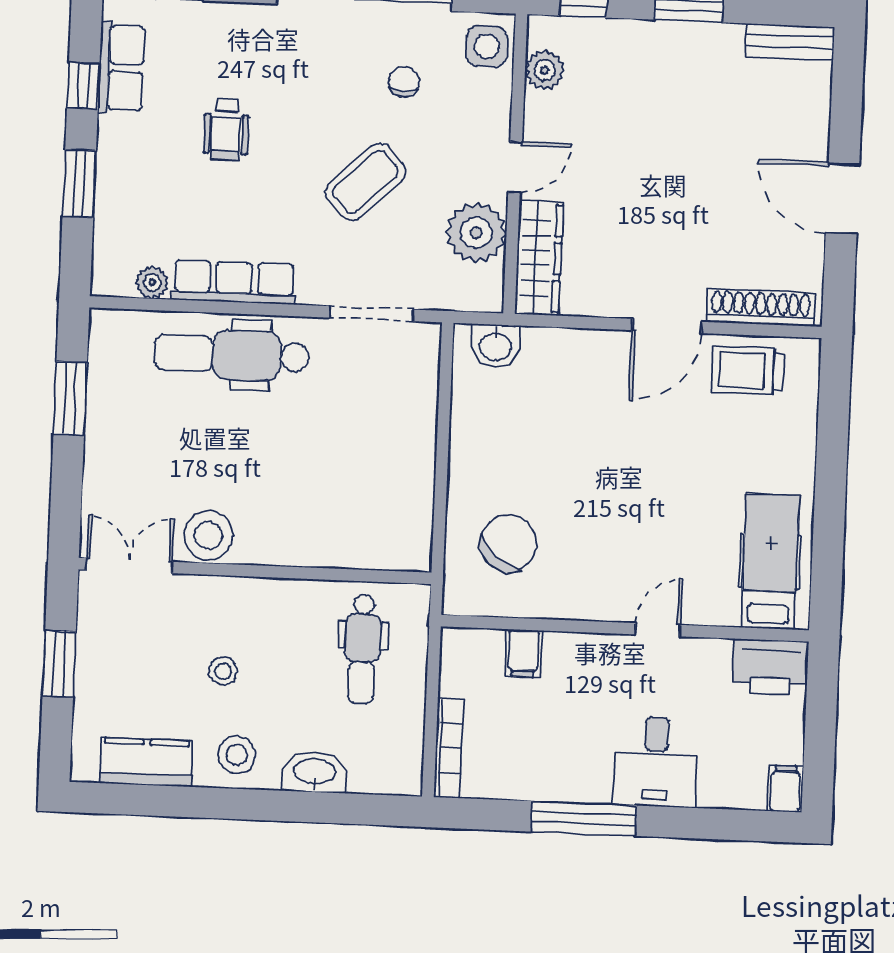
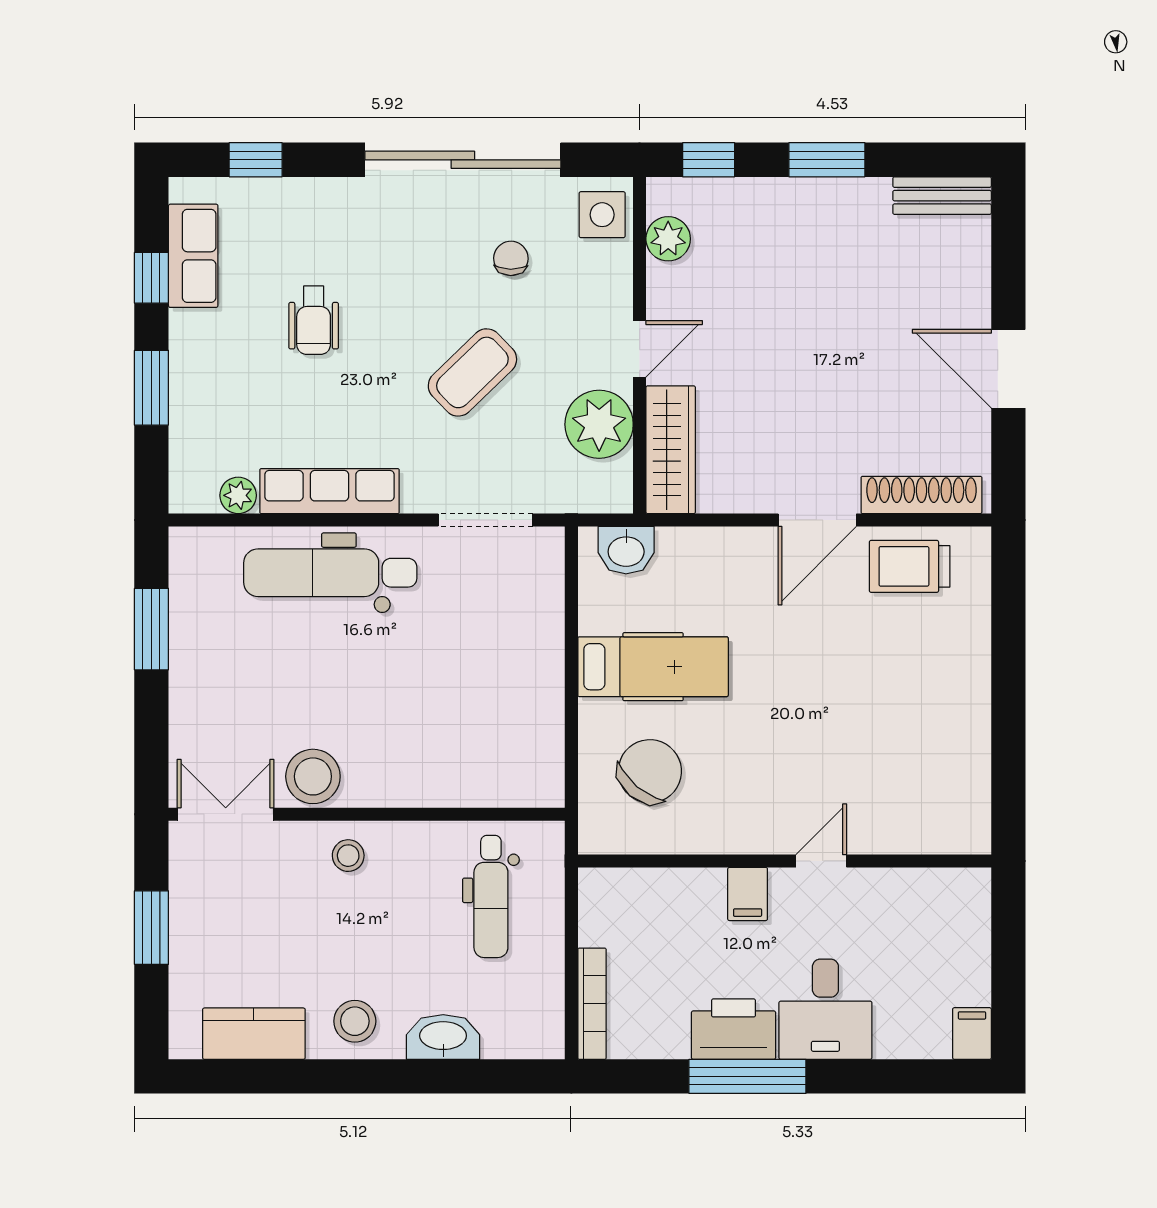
hospital bed: (770, 562) -> (653, 667), moved, turned 90
filing cabinet: (523, 653) -> (748, 894), moved
printer: (770, 667) -> (734, 1029), moved, turned 180
stool: (223, 671) -> (348, 856), moved

